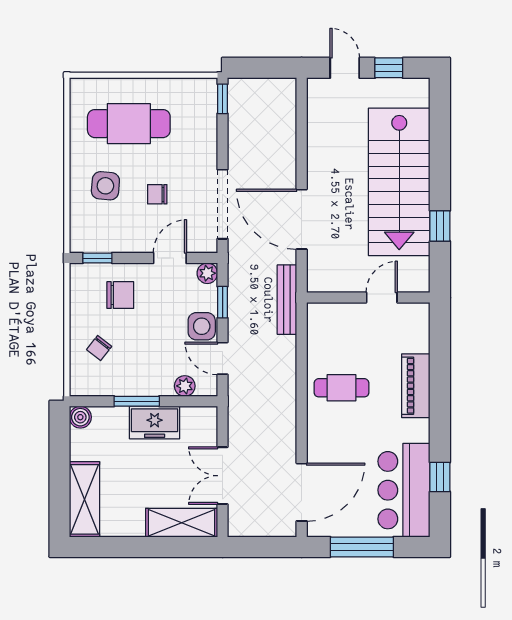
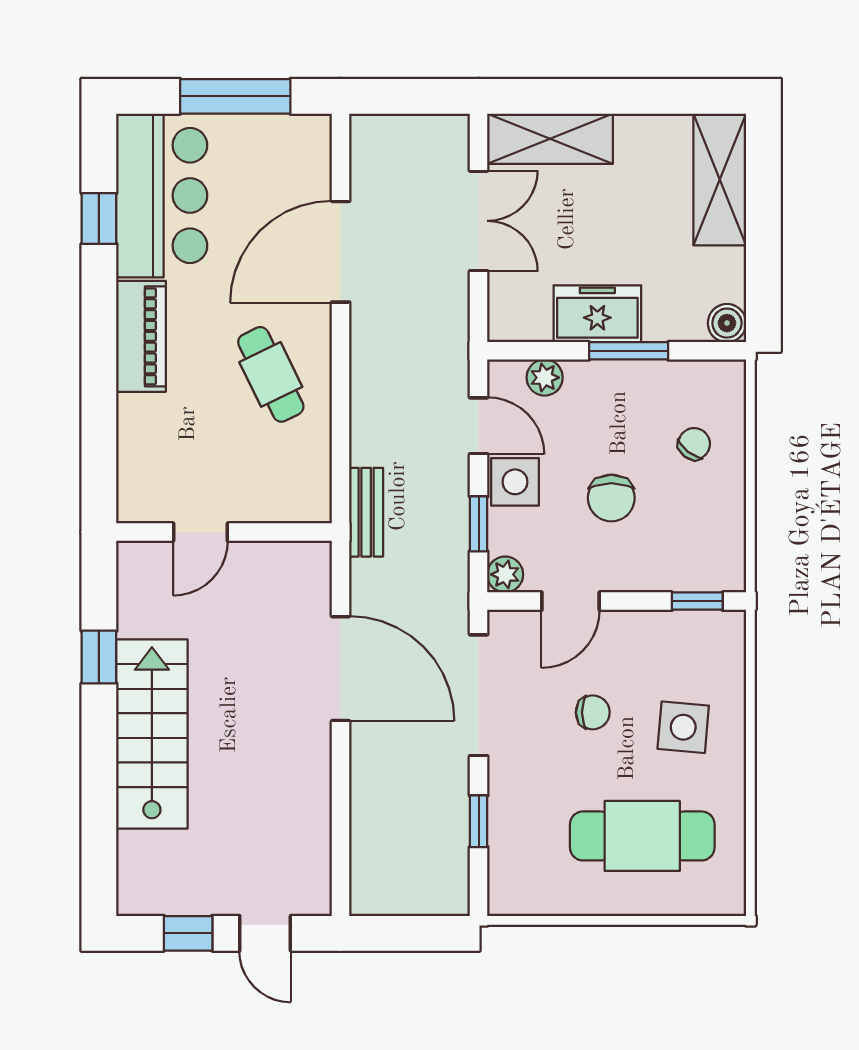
window: (223, 99) -> (479, 821), moved
stairs: (399, 182) -> (152, 734), width x0.73, depth x0.66
chair: (120, 295) -> (611, 498), moved, turned -90
bench: (287, 300) -> (366, 512), width x0.73
piano: (416, 386) -> (141, 336), moved
cafe table: (341, 388) -> (271, 374), turned 64
door: (302, 492) -> (341, 252), moved

